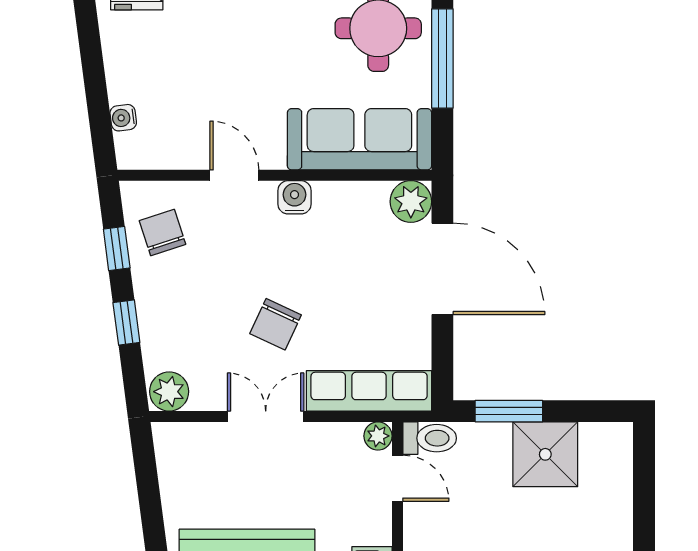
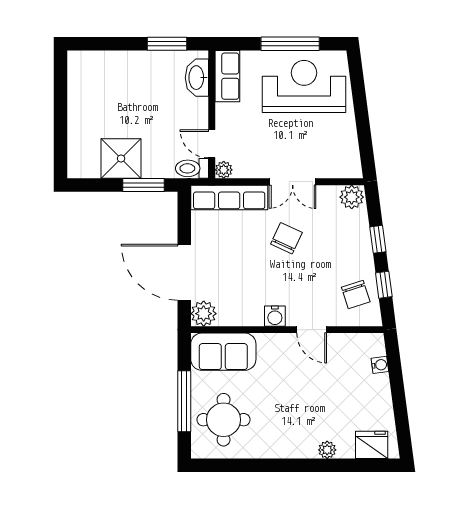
sofa: (359, 139) -> (223, 352), width x0.73

